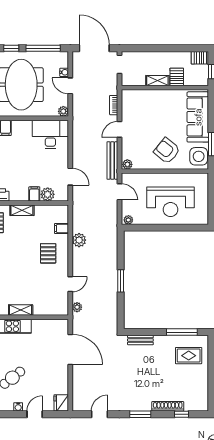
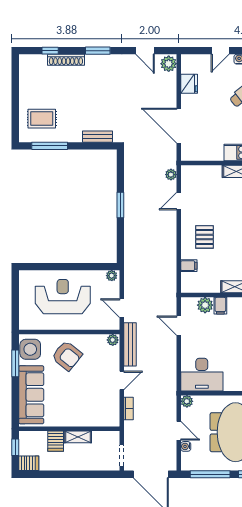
plant: (79, 240) -> (169, 64), moved
fridge: (61, 403) -> (189, 84), moved
door: (99, 414) -> (145, 51), hinge flipped

